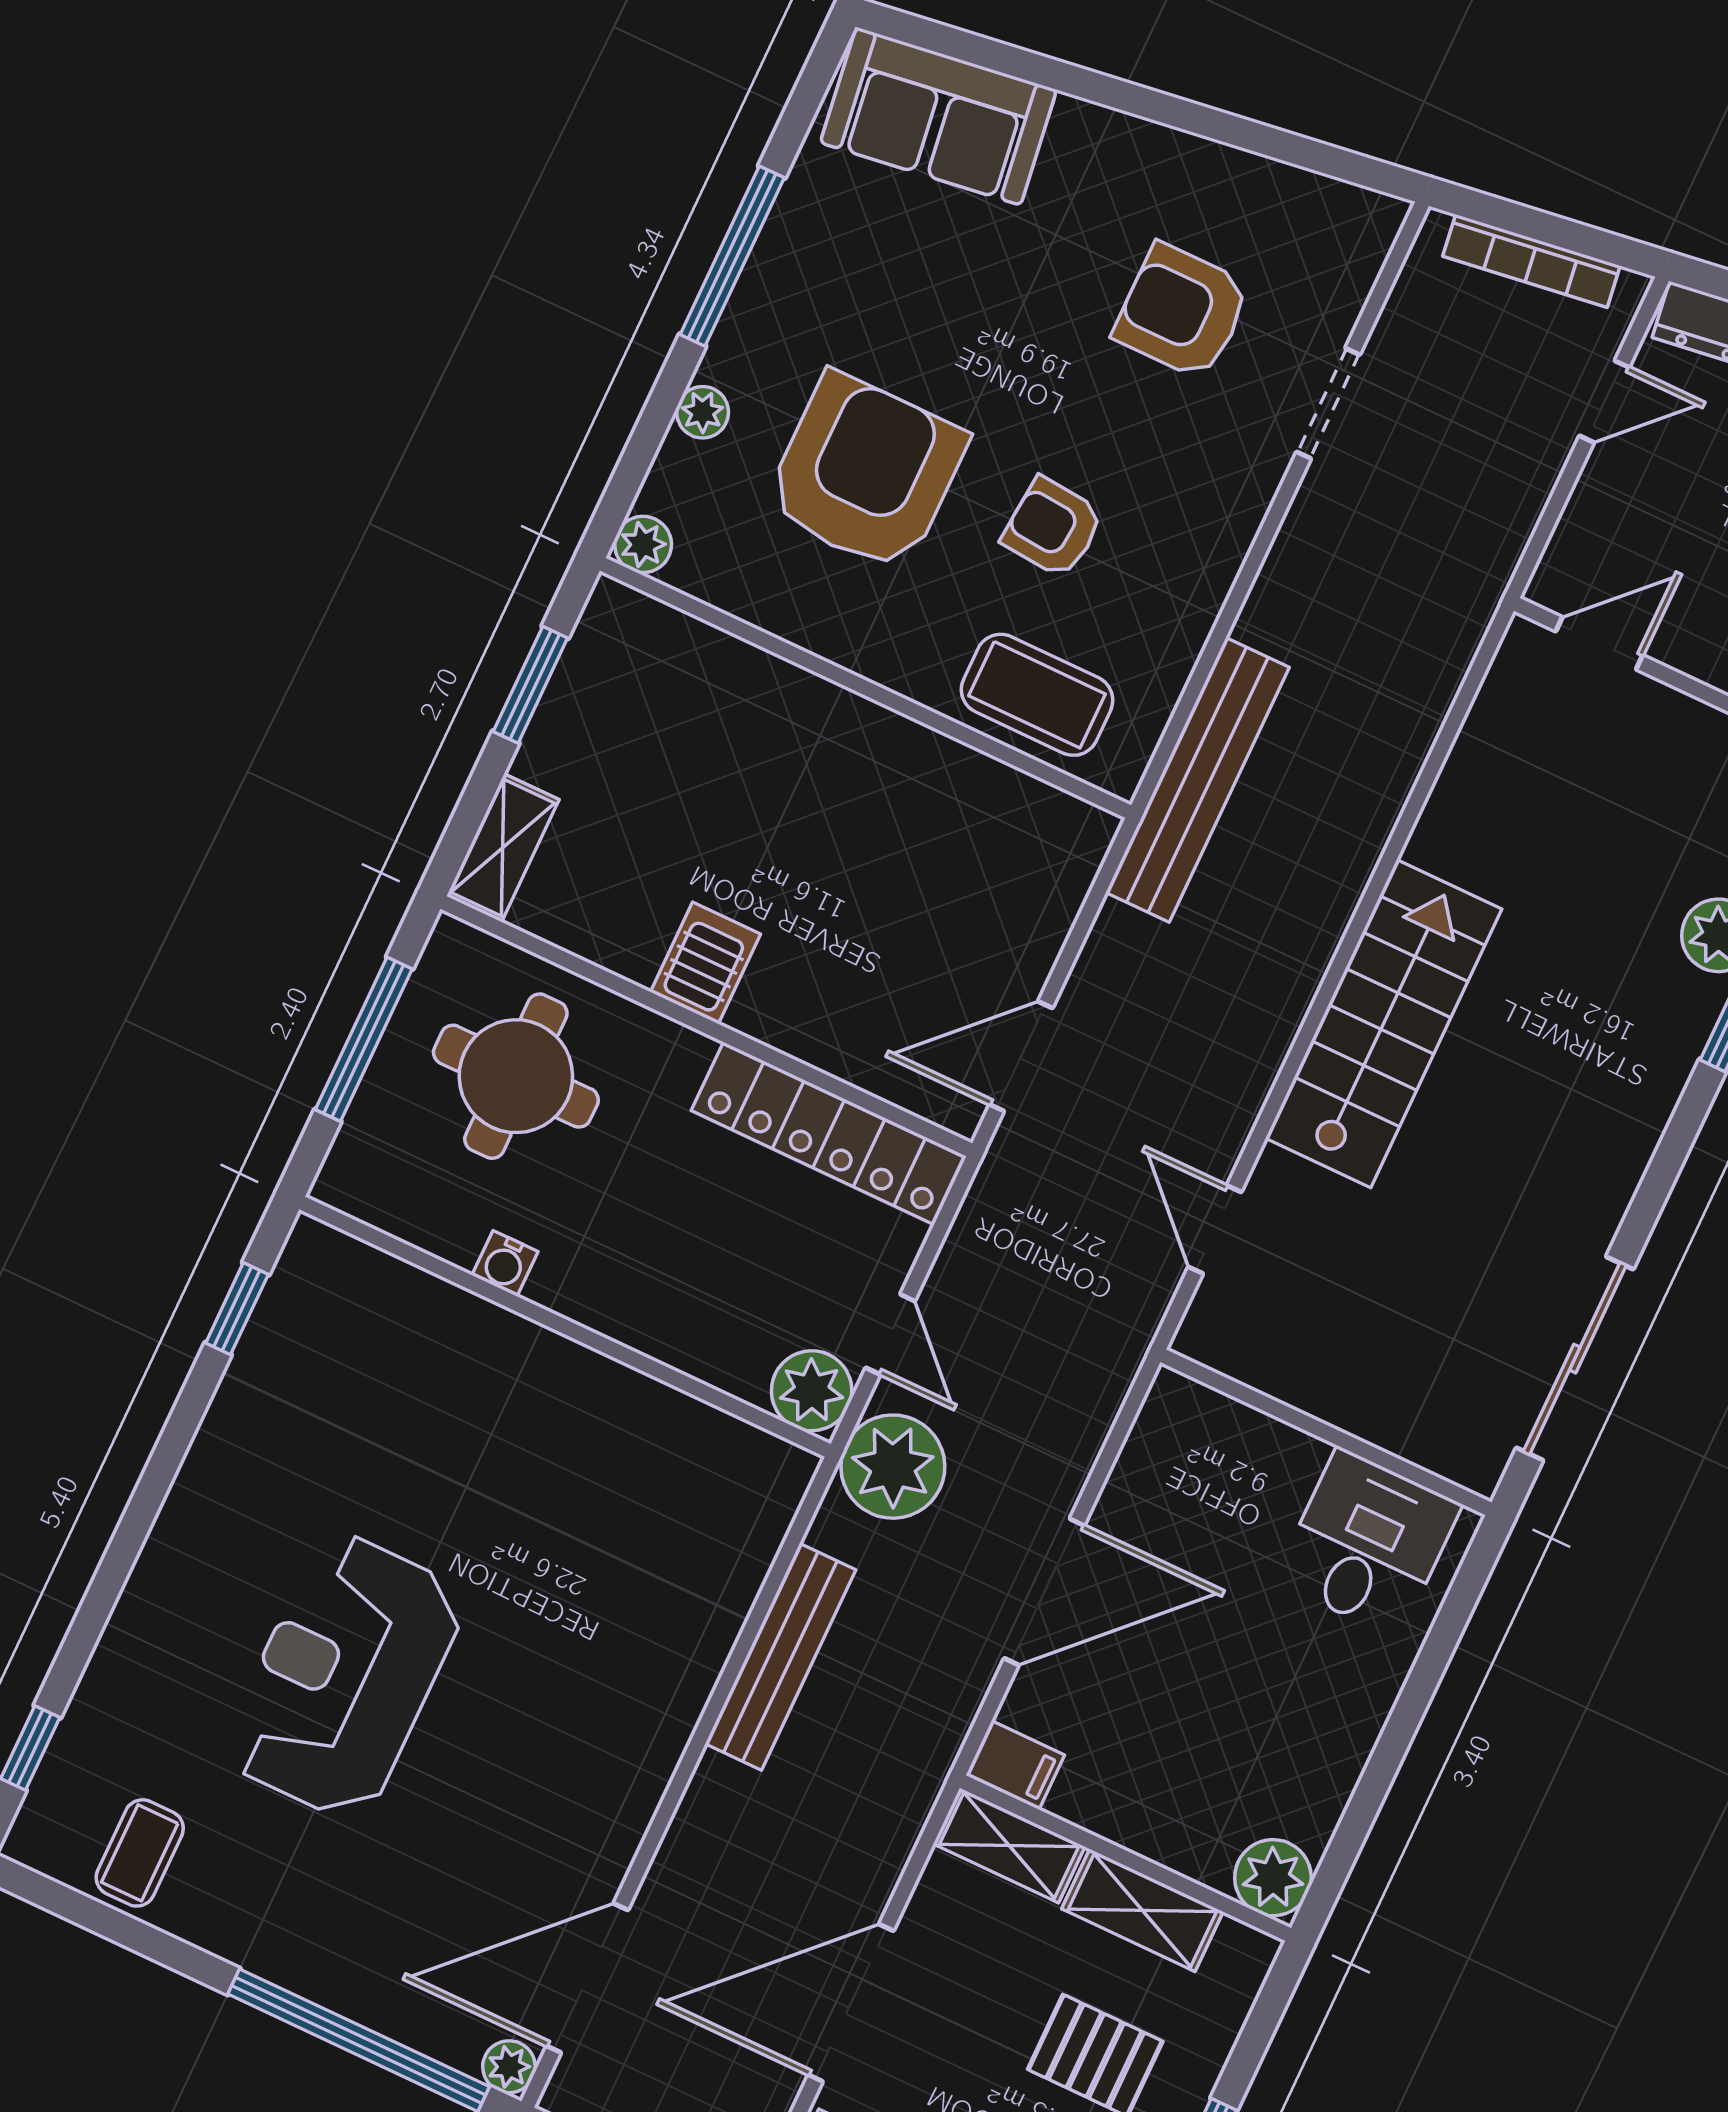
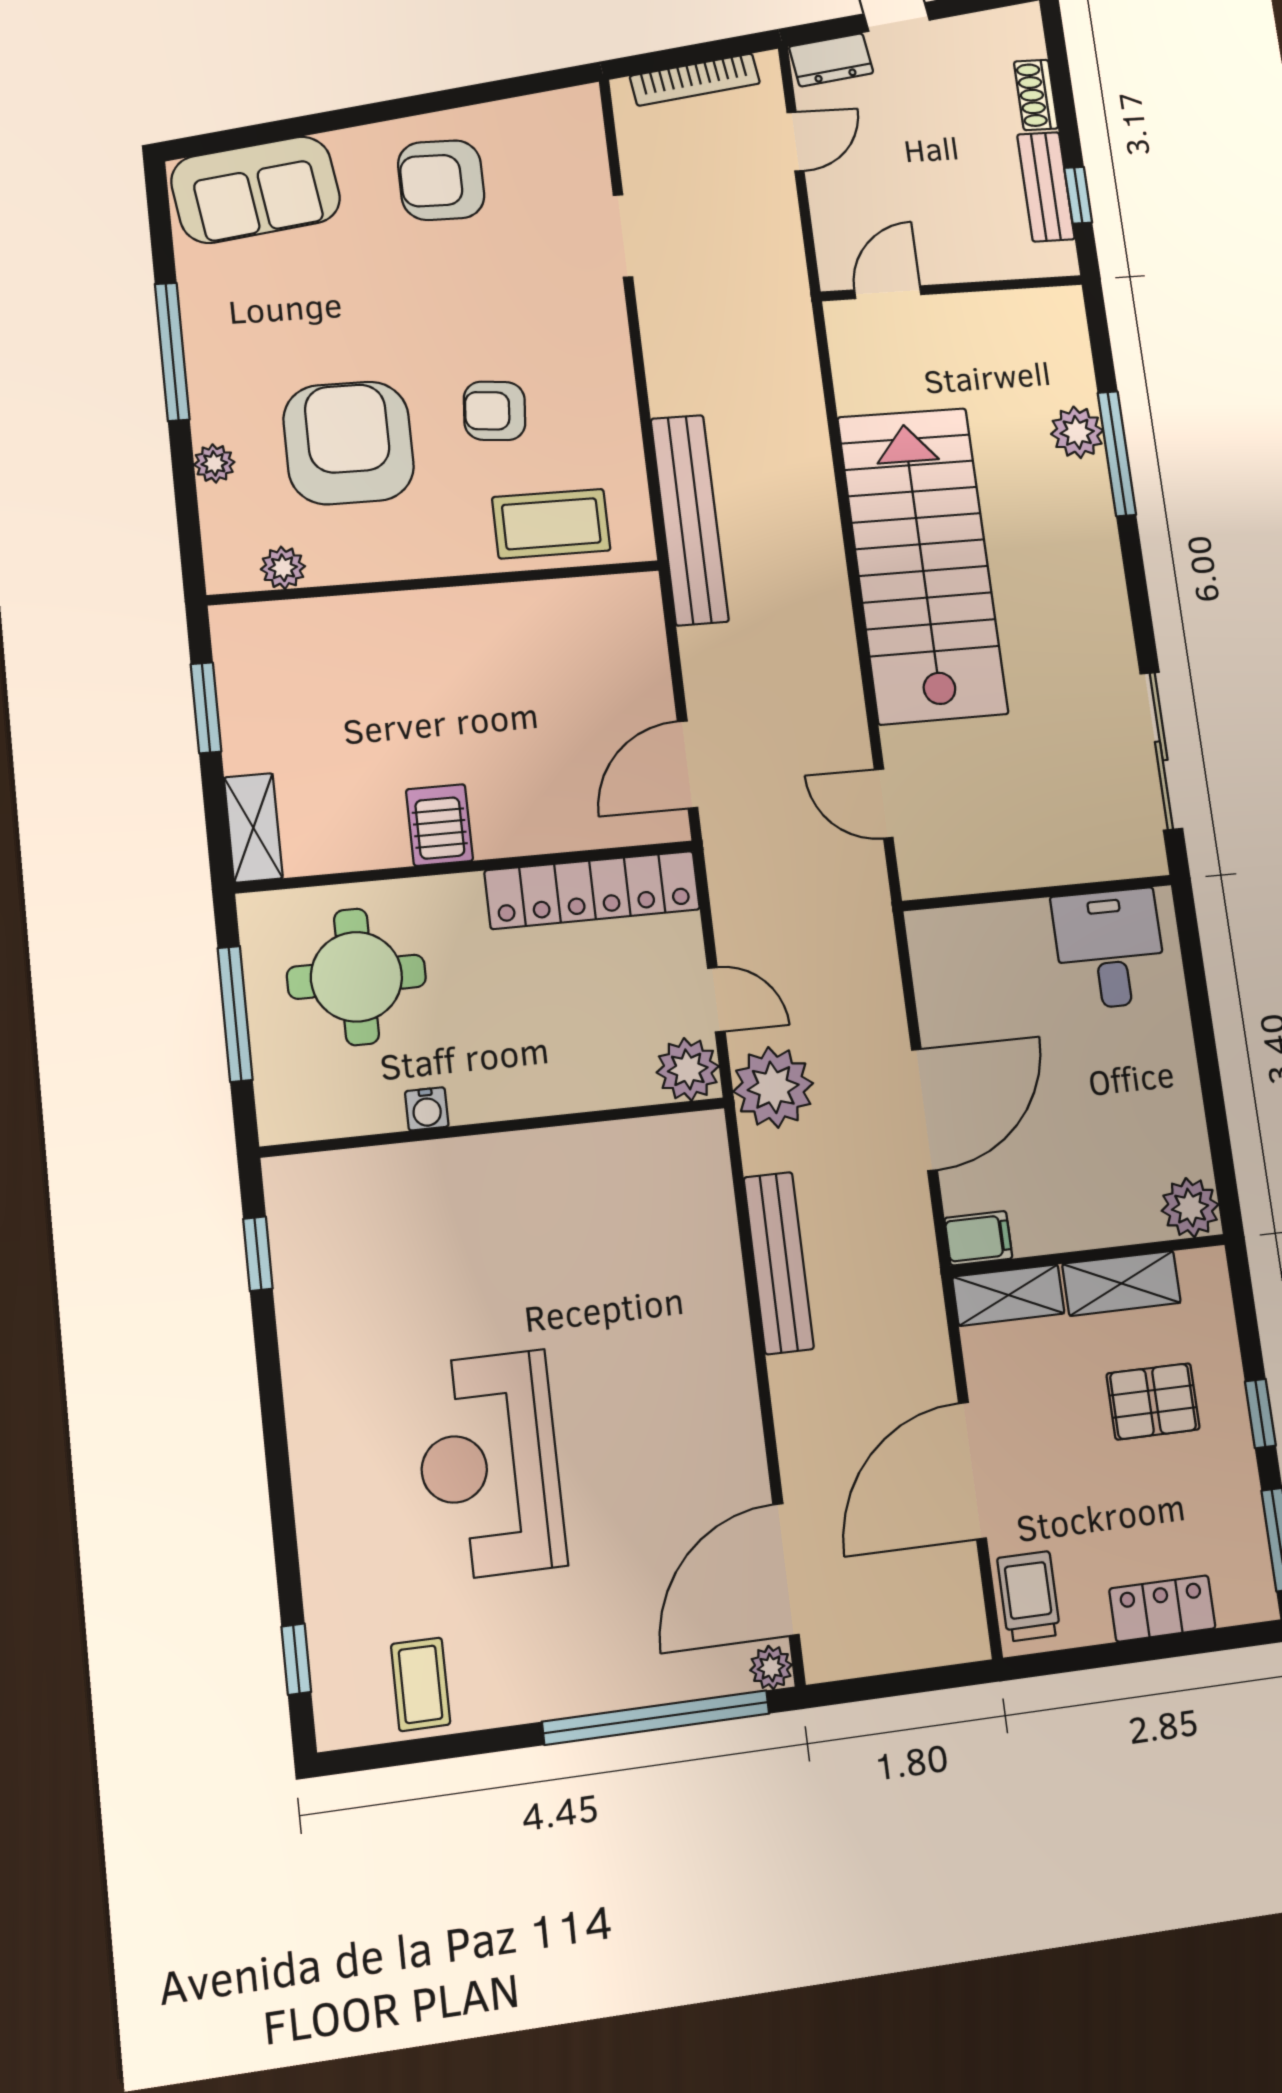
armchair: (1182, 311) -> (441, 180), moved
plant: (643, 544) -> (283, 568), moved
stairs: (1384, 1024) -> (923, 565), width x1.36, depth x1.51

